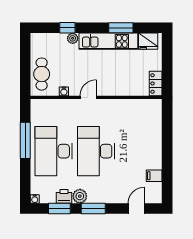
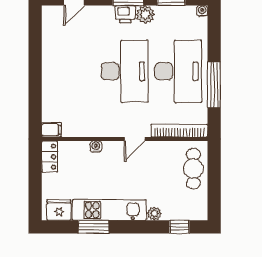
window: (67, 28) -> (179, 227), moved
water cooler: (64, 91) -> (96, 147), moved
bookcase: (53, 104) -> (179, 131), added
filing cabinet: (154, 176) -> (51, 130), moved
printer: (64, 196) -> (125, 14), moved

